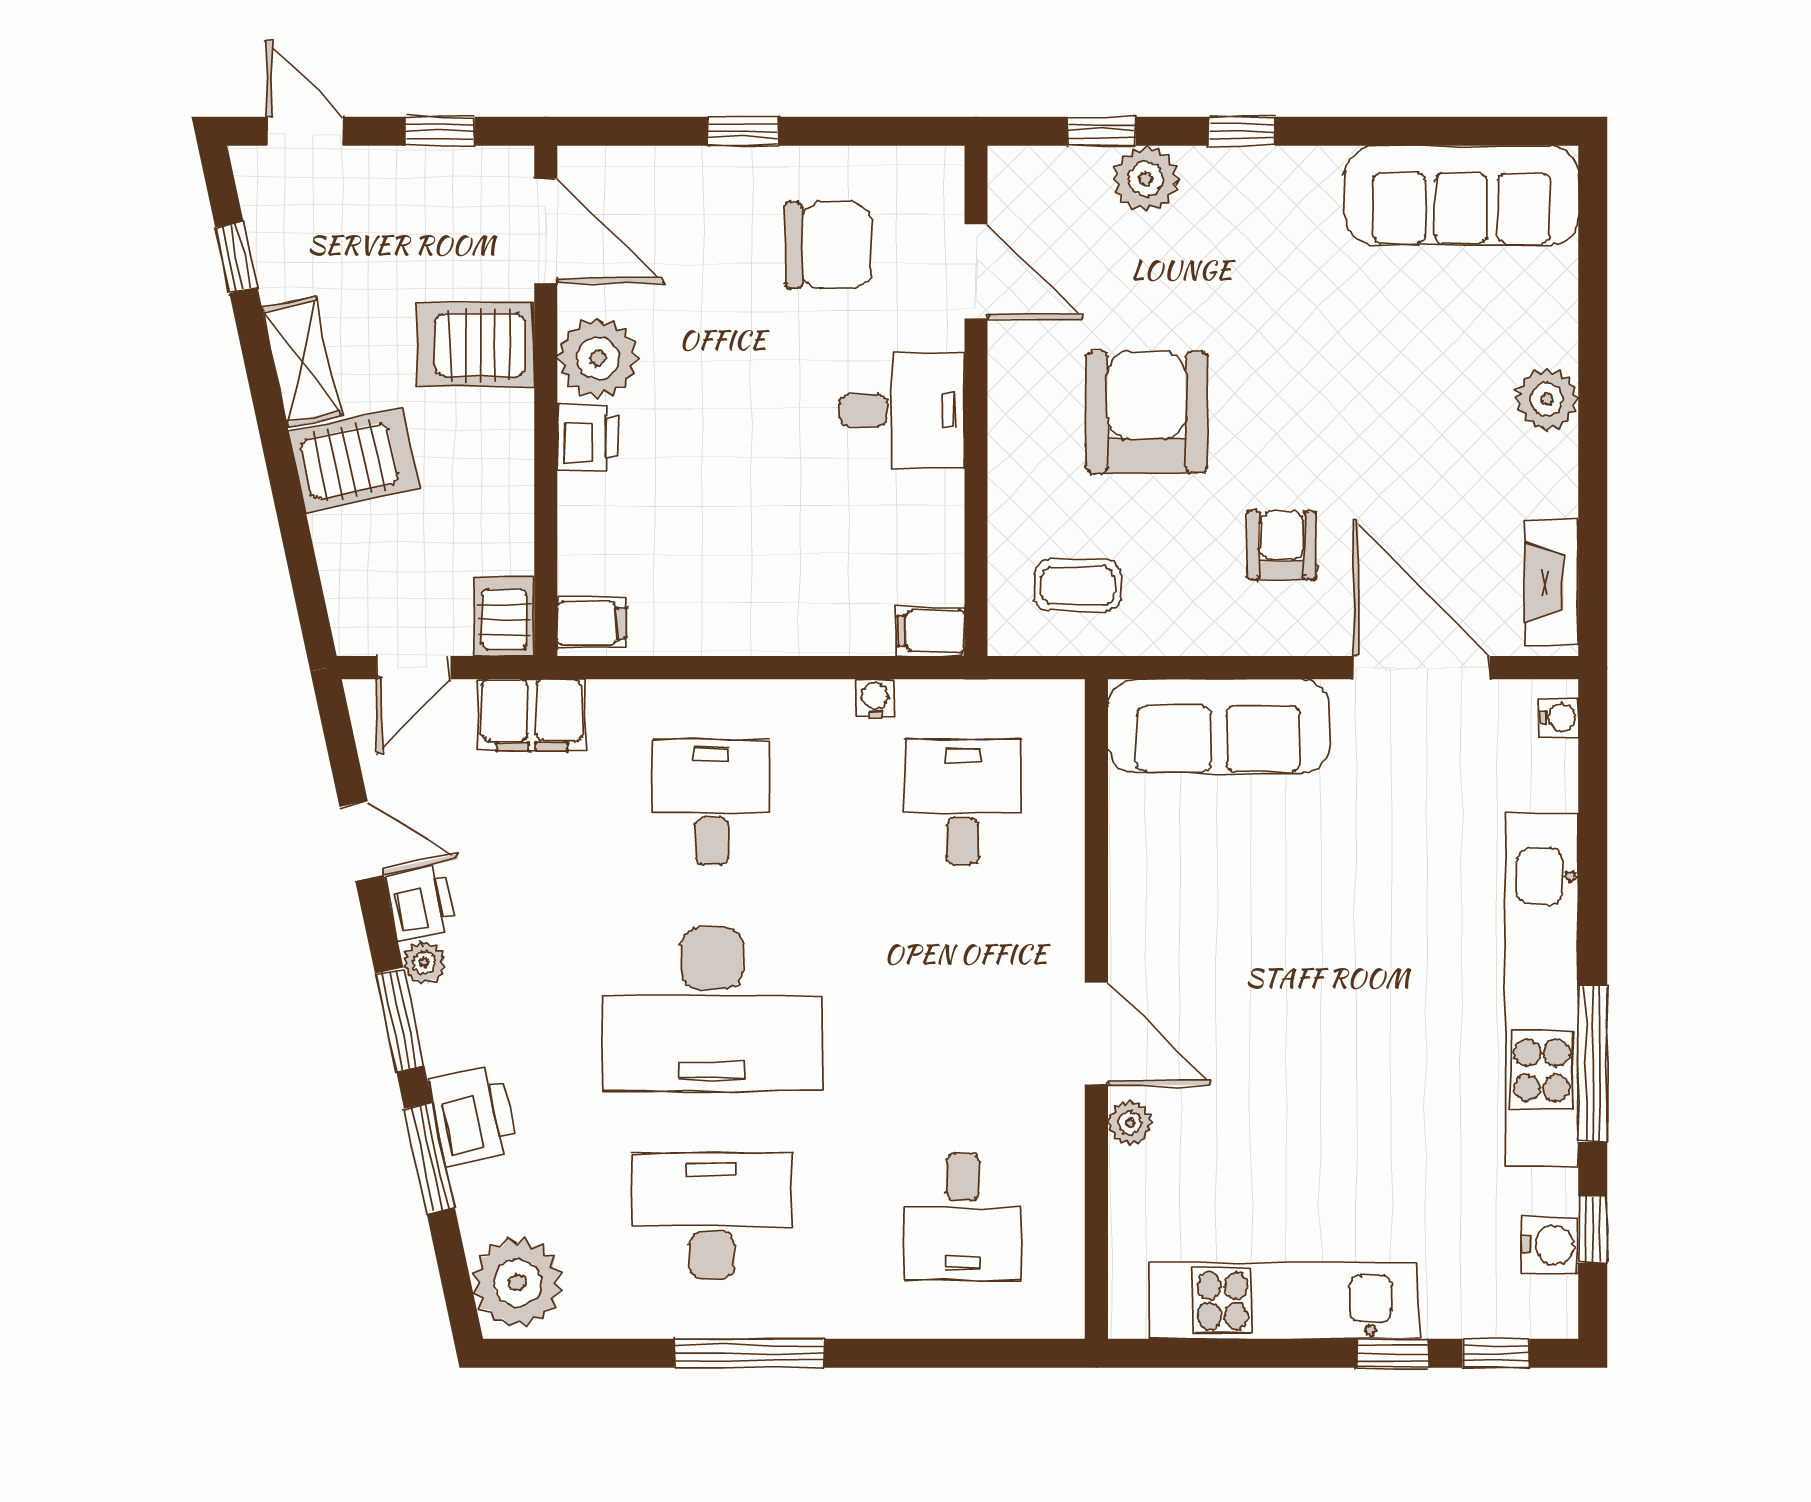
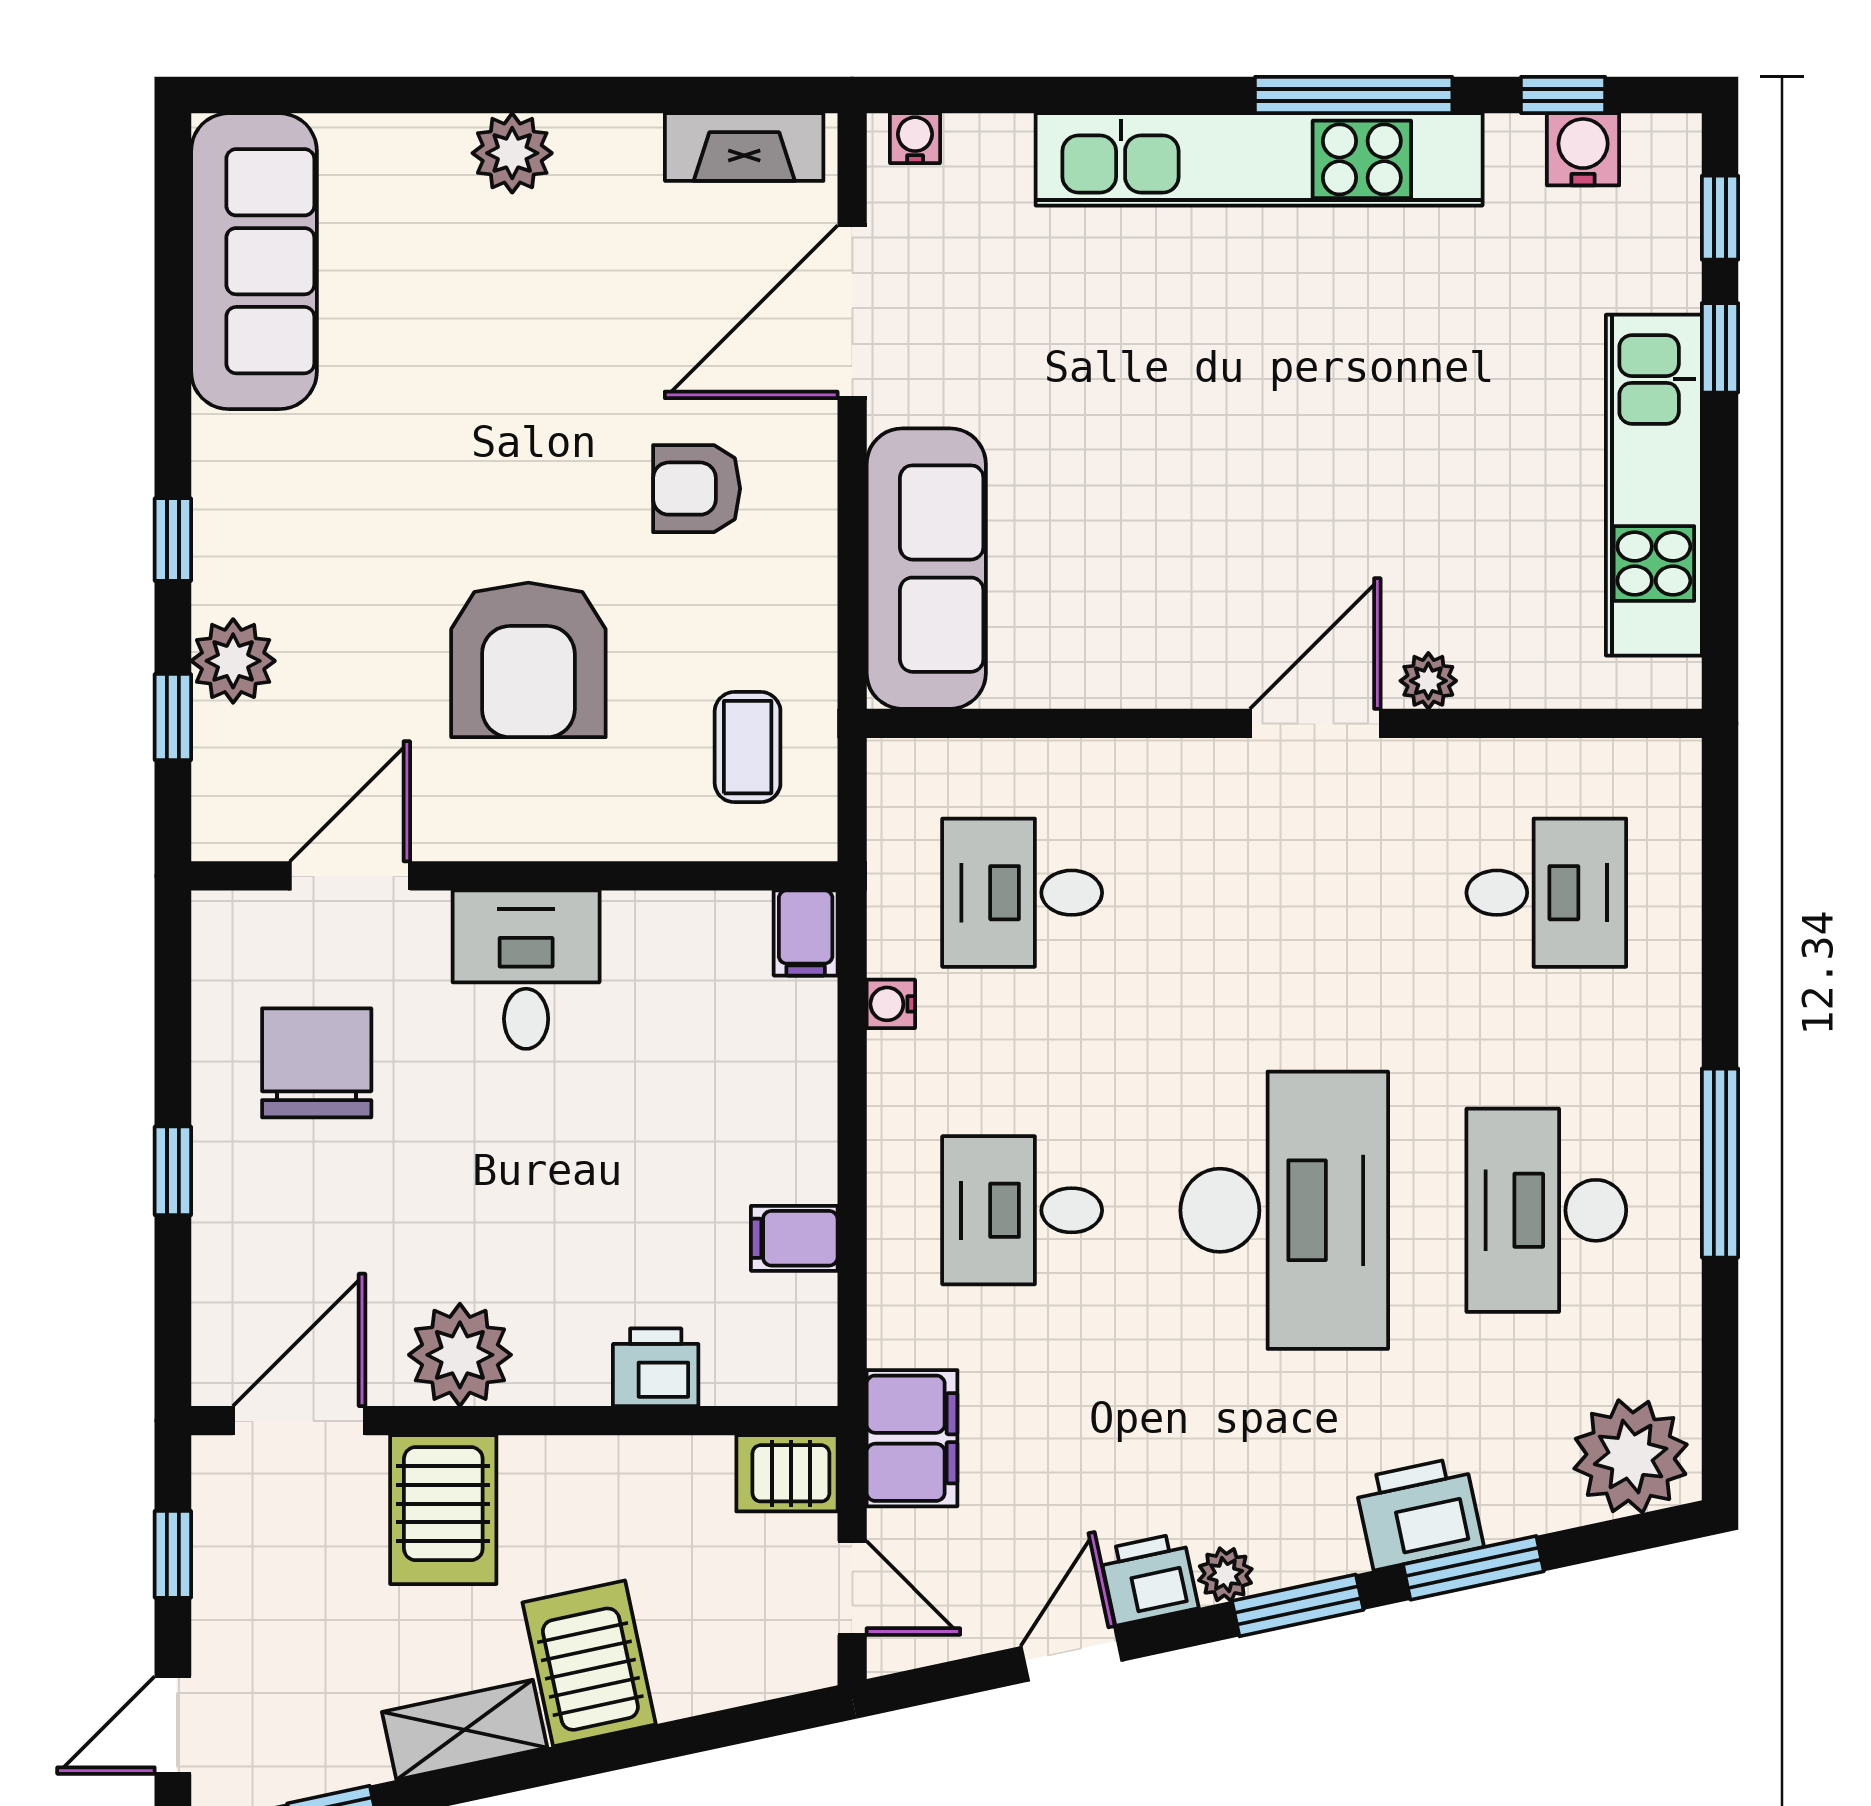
armchair: (1147, 412) -> (528, 660), turned -90
printer: (588, 437) -> (656, 1367), moved
filing cabinet: (591, 623) -> (794, 1238), moved, turned -90

